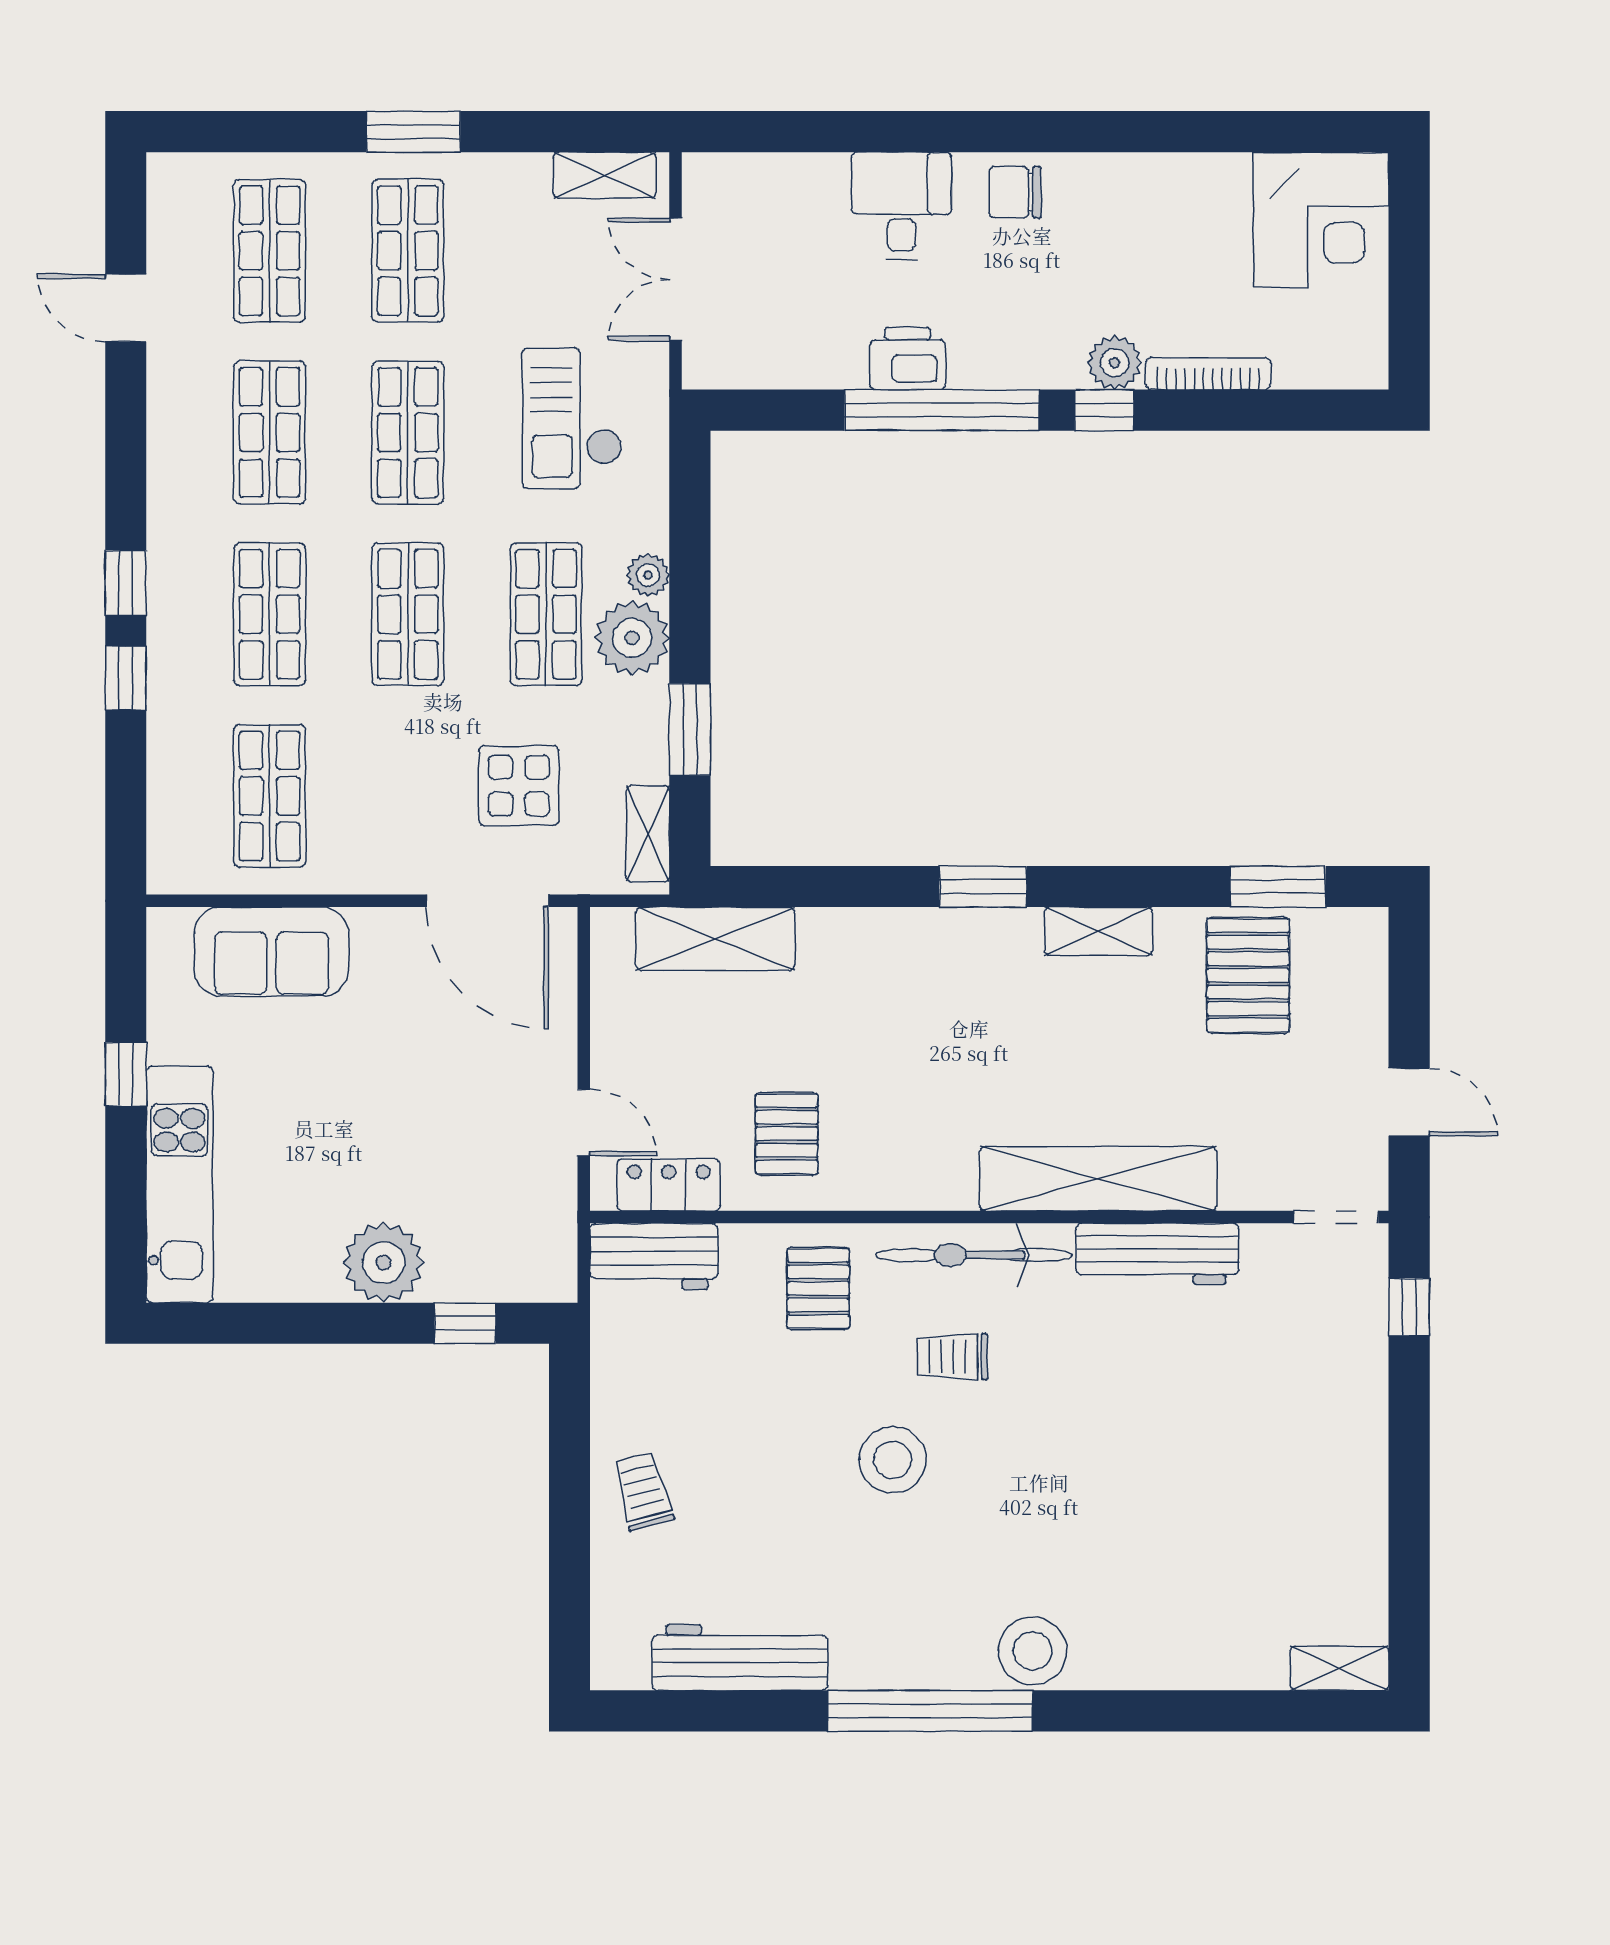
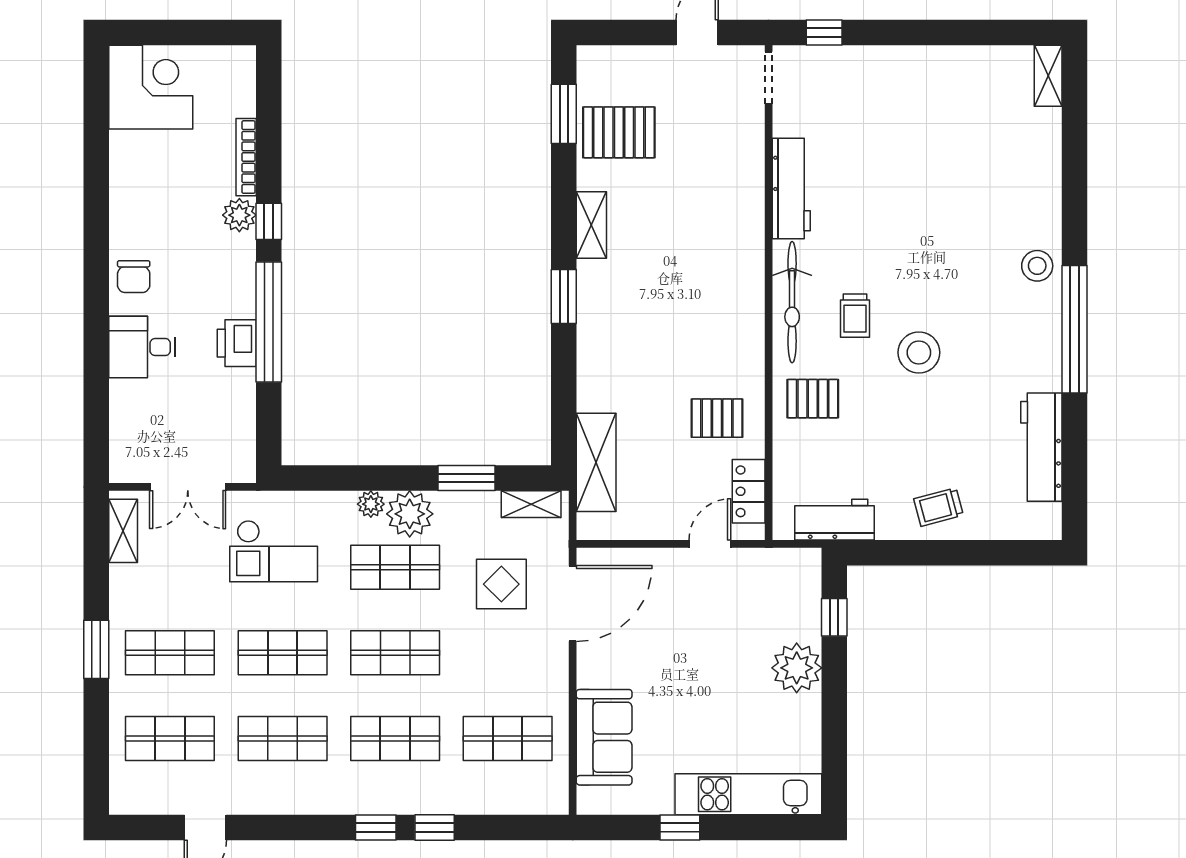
shelving: (1098, 1179) -> (745, 225), removed
workbench: (654, 1256) -> (834, 520), moved, turned -90
stool: (1033, 1651) -> (1037, 266), width x0.73, depth x0.73

